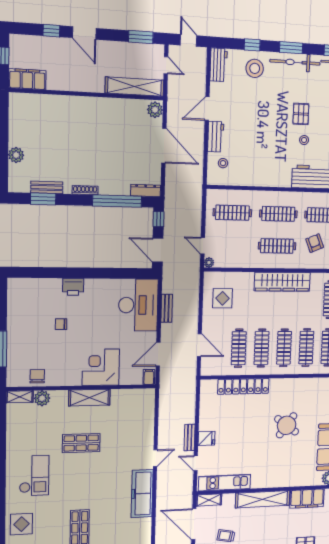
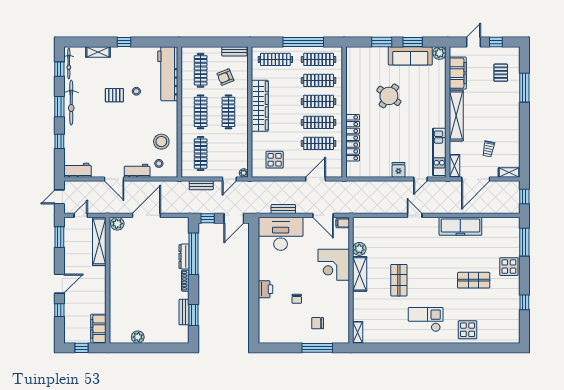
stool: (255, 68) -> (161, 142), moved
plant: (16, 155) -> (138, 337), moved
dresser: (146, 190) -> (184, 257), moved
chair: (37, 376) -> (318, 323), moved
plant: (42, 398) -> (359, 249), moved
bench: (190, 437) -> (201, 185), moved
freezer: (142, 494) -> (460, 226), moved

